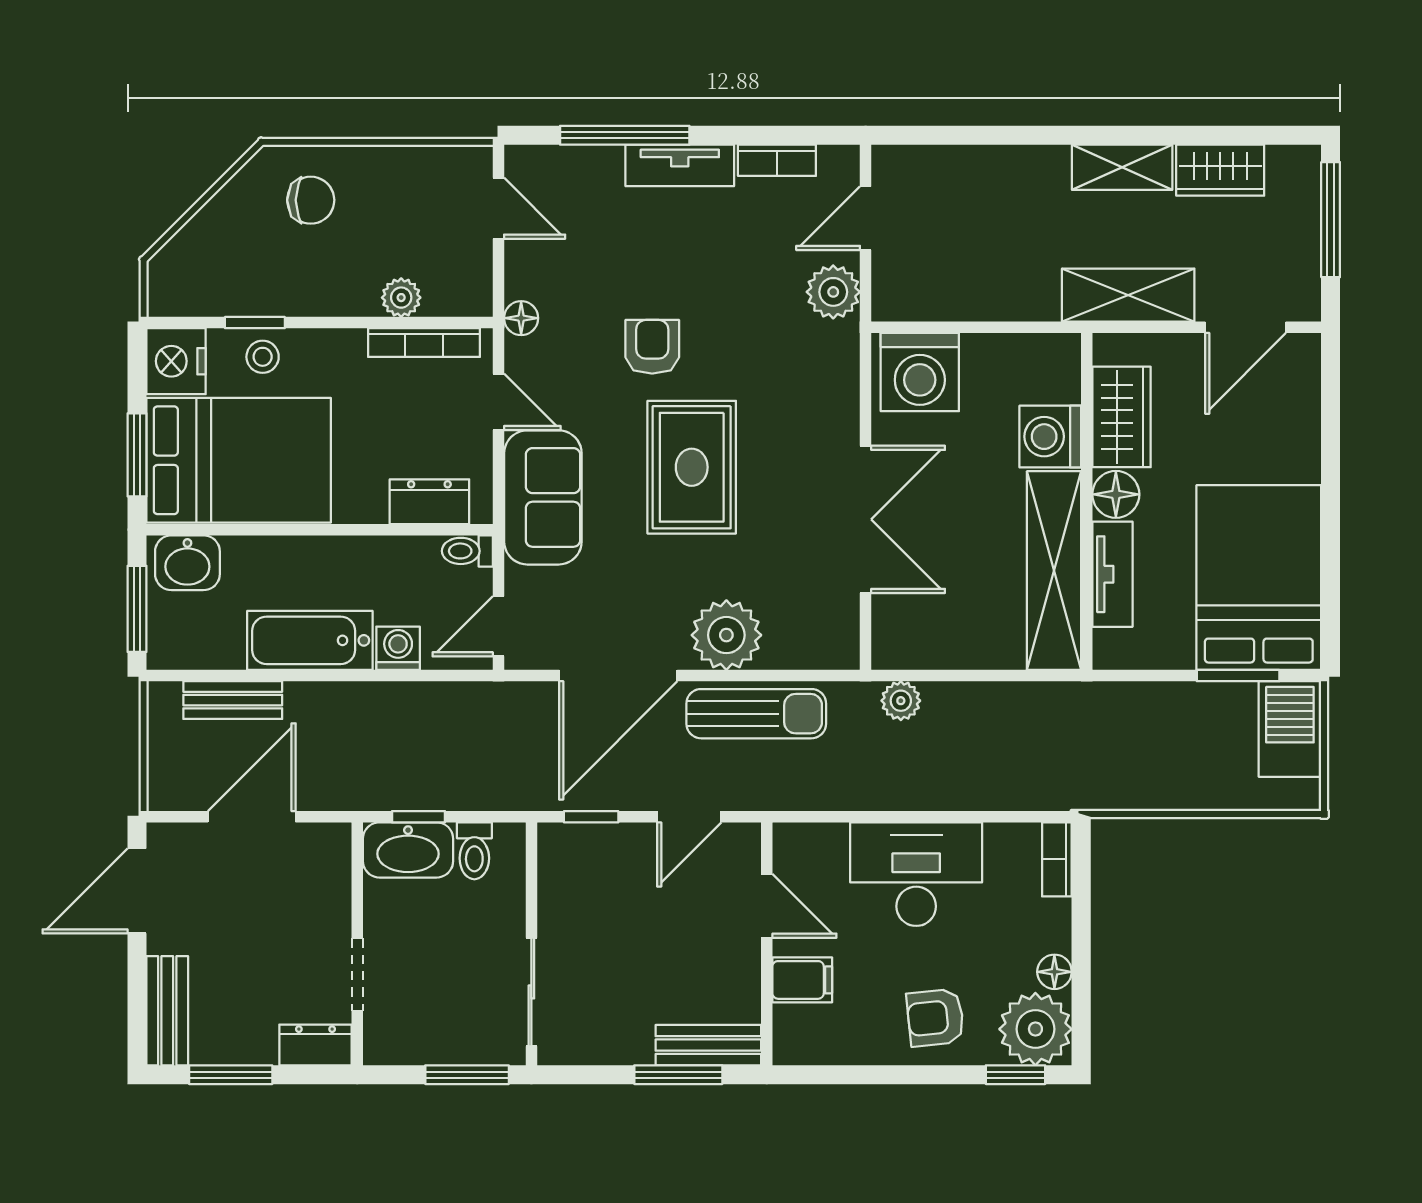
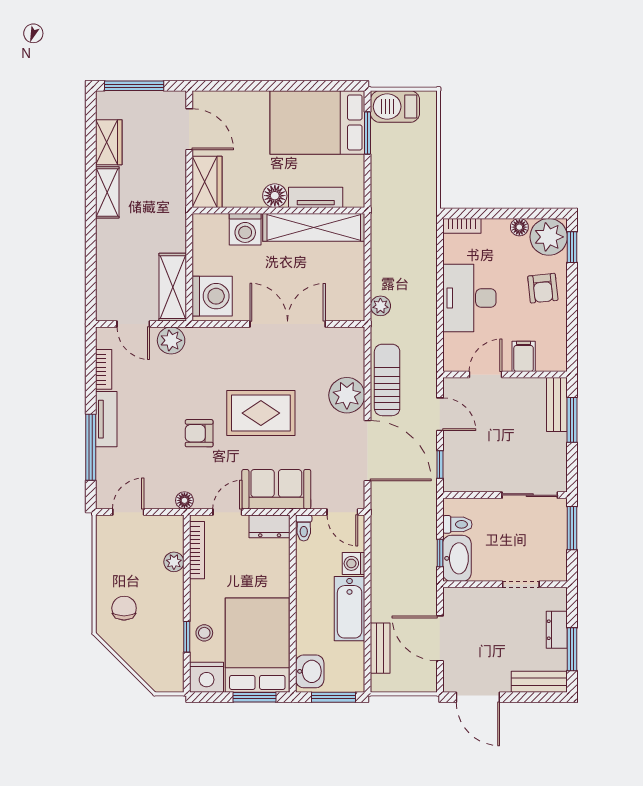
shelving: (1128, 295) -> (173, 287), moved
wardrobe: (1122, 417) -> (207, 182), moved, turned 90
dresser: (429, 502) -> (270, 526), moved, turned -90
dresser: (315, 1045) -> (557, 630), moved

